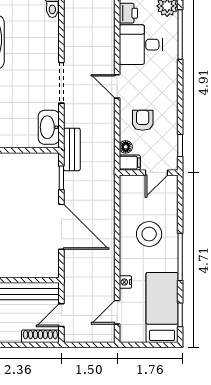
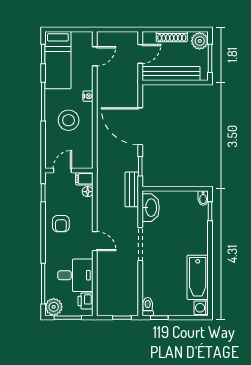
armchair: (143, 120) -> (61, 224), moved
nightstand: (125, 282) -> (88, 96), moved
shoe rack: (40, 336) -> (172, 37), moved

